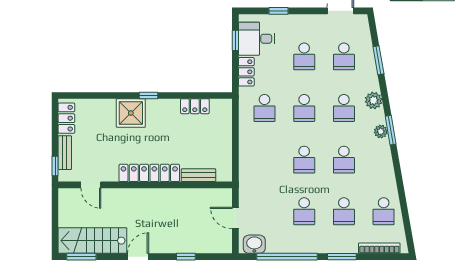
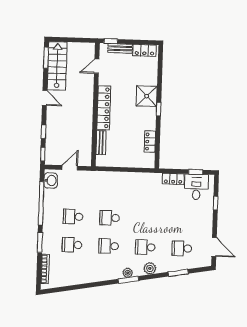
school desk: (304, 56) -> (183, 220), removed
school desk: (264, 108) -> (147, 191), removed
school desk: (304, 108) -> (146, 219), removed
school desk: (384, 211) -> (71, 273), removed
window: (217, 257) -> (43, 154), added

